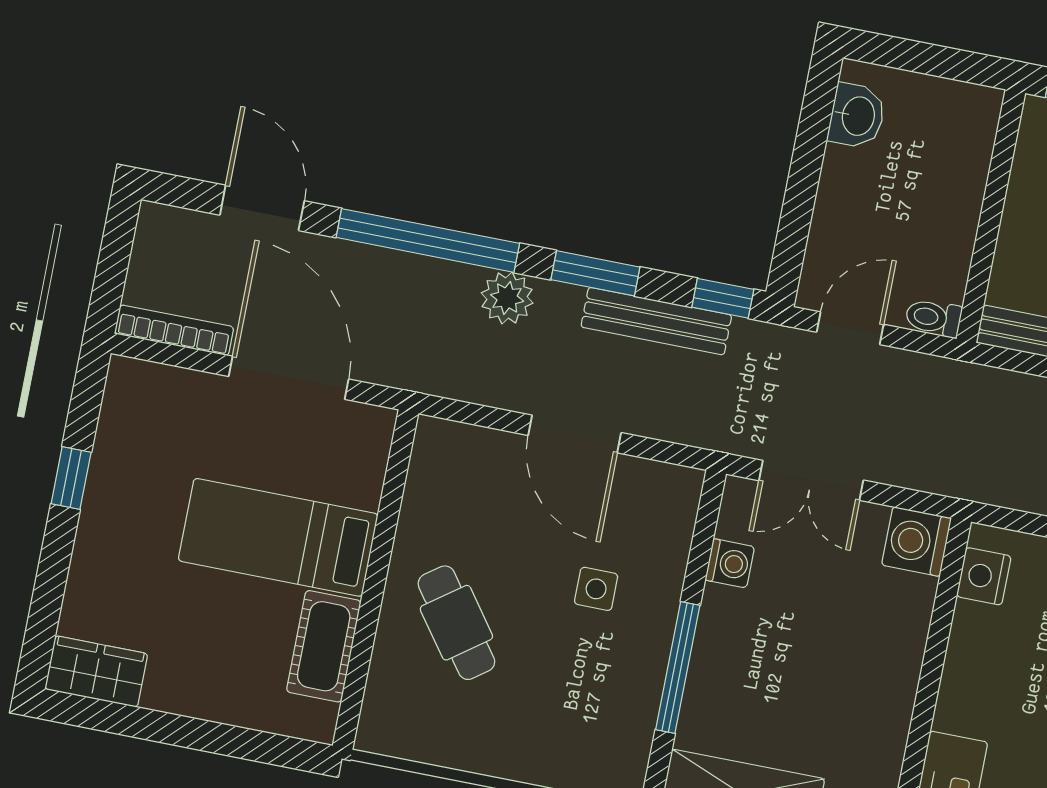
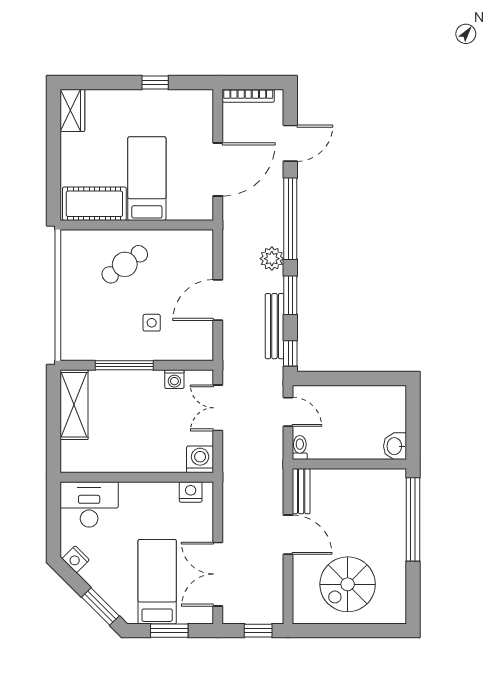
washbasin: (857, 116) -> (395, 446), moved, turned 90
bookcase: (174, 330) -> (248, 96), moved, turned 90
cot: (324, 646) -> (94, 204), width x1.37, depth x1.34

